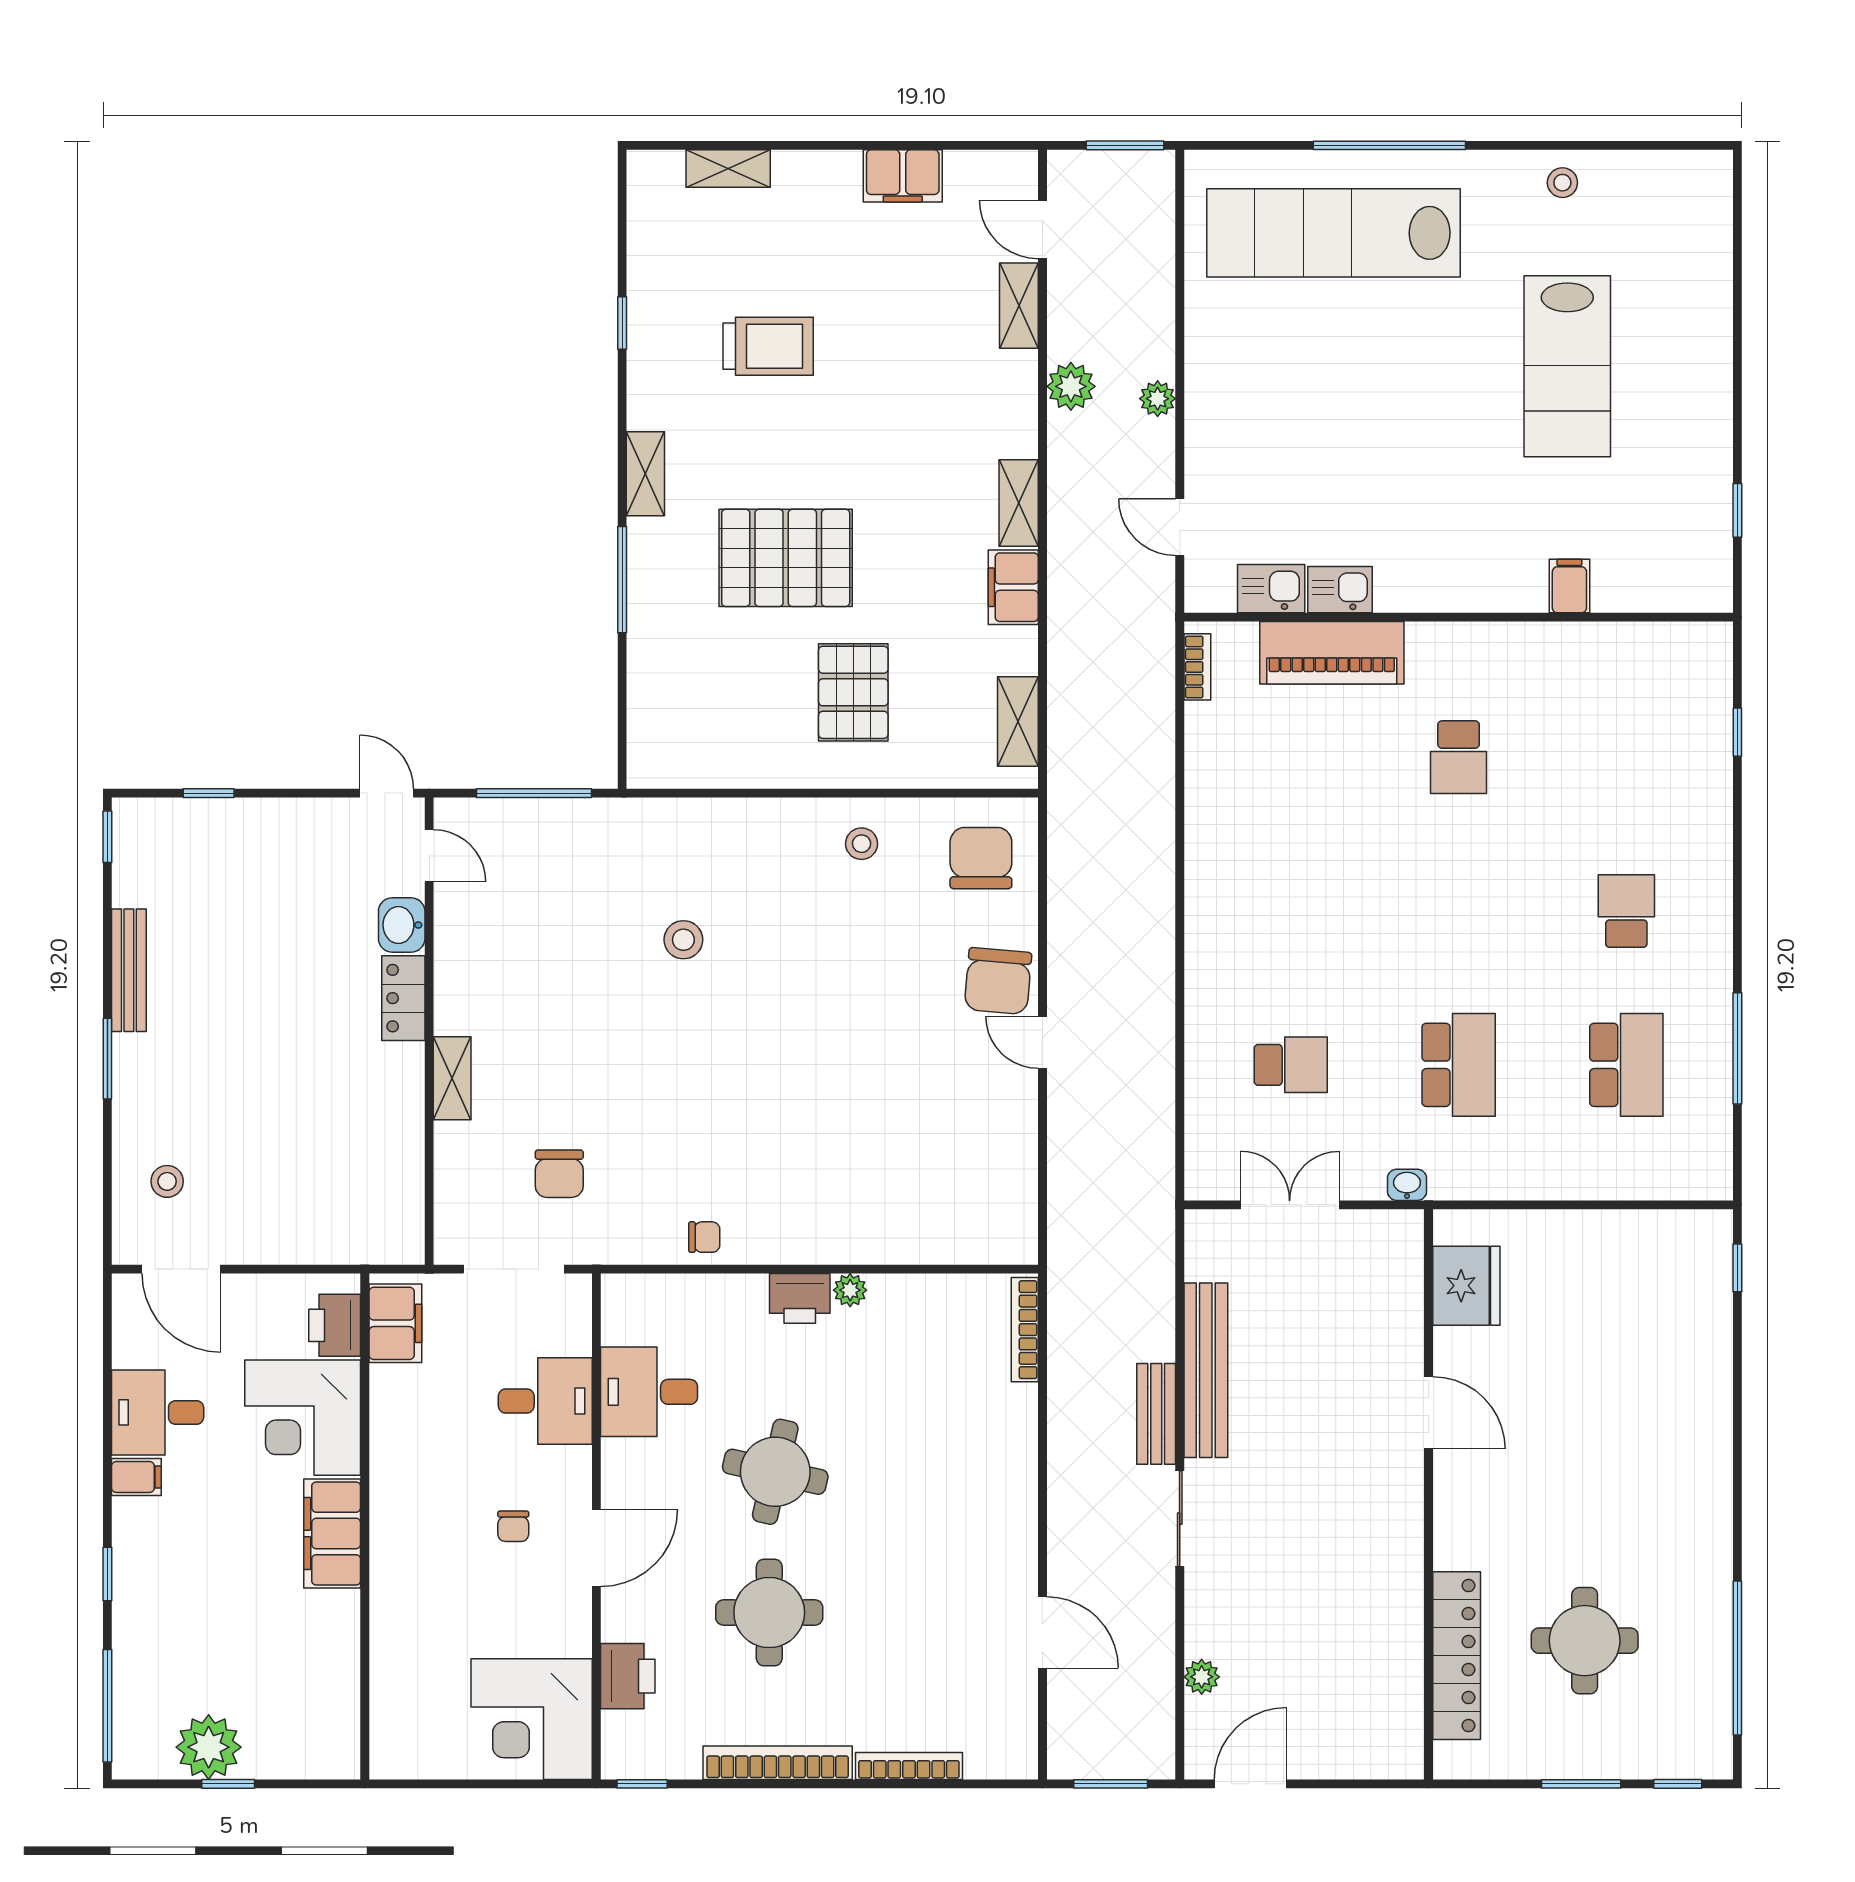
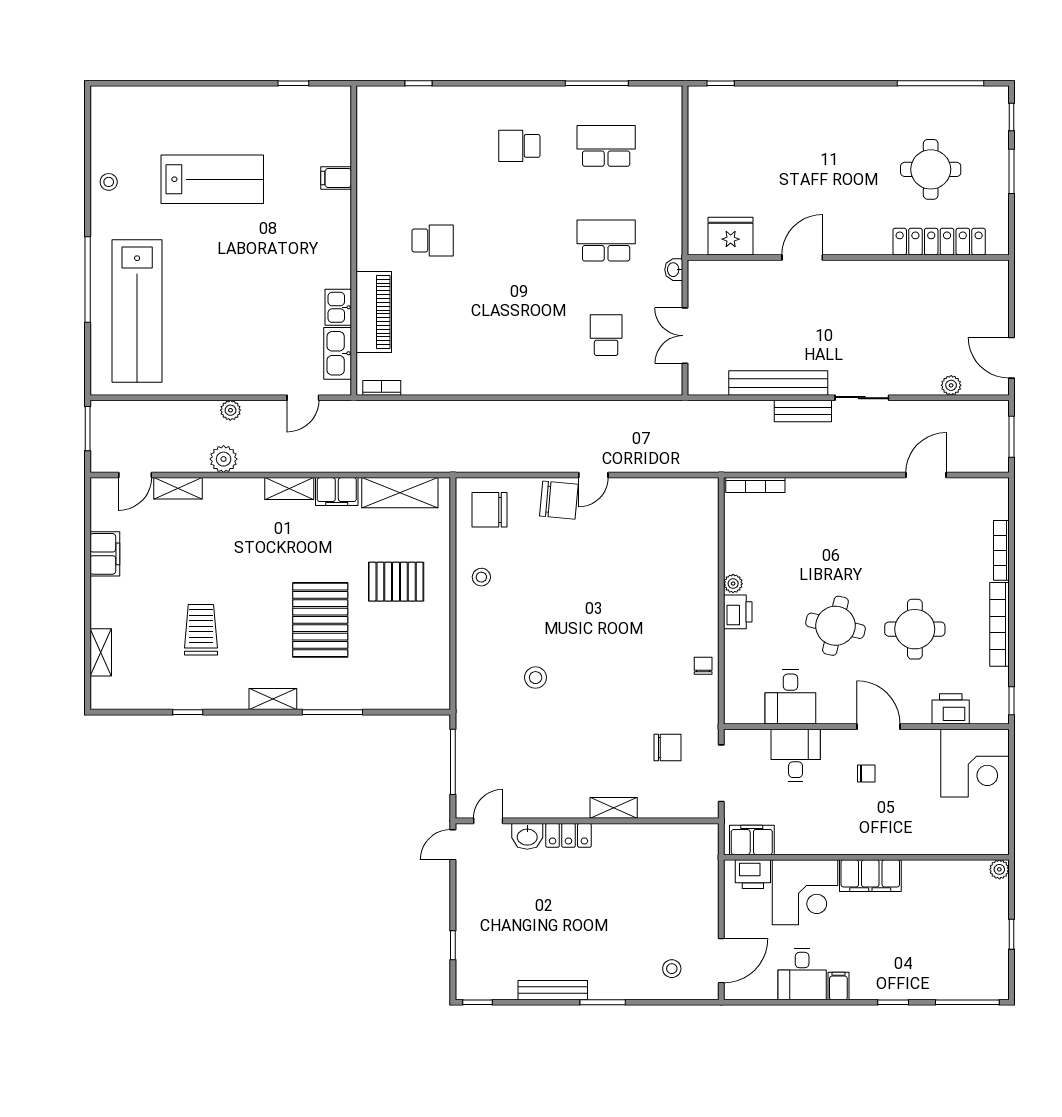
kitchen sink: (1271, 589) -> (338, 353), width x1.38
shelving: (1018, 721) -> (400, 493), width x1.50, depth x1.33
plant: (209, 1747) -> (999, 869), moved, width x0.53, depth x0.53

